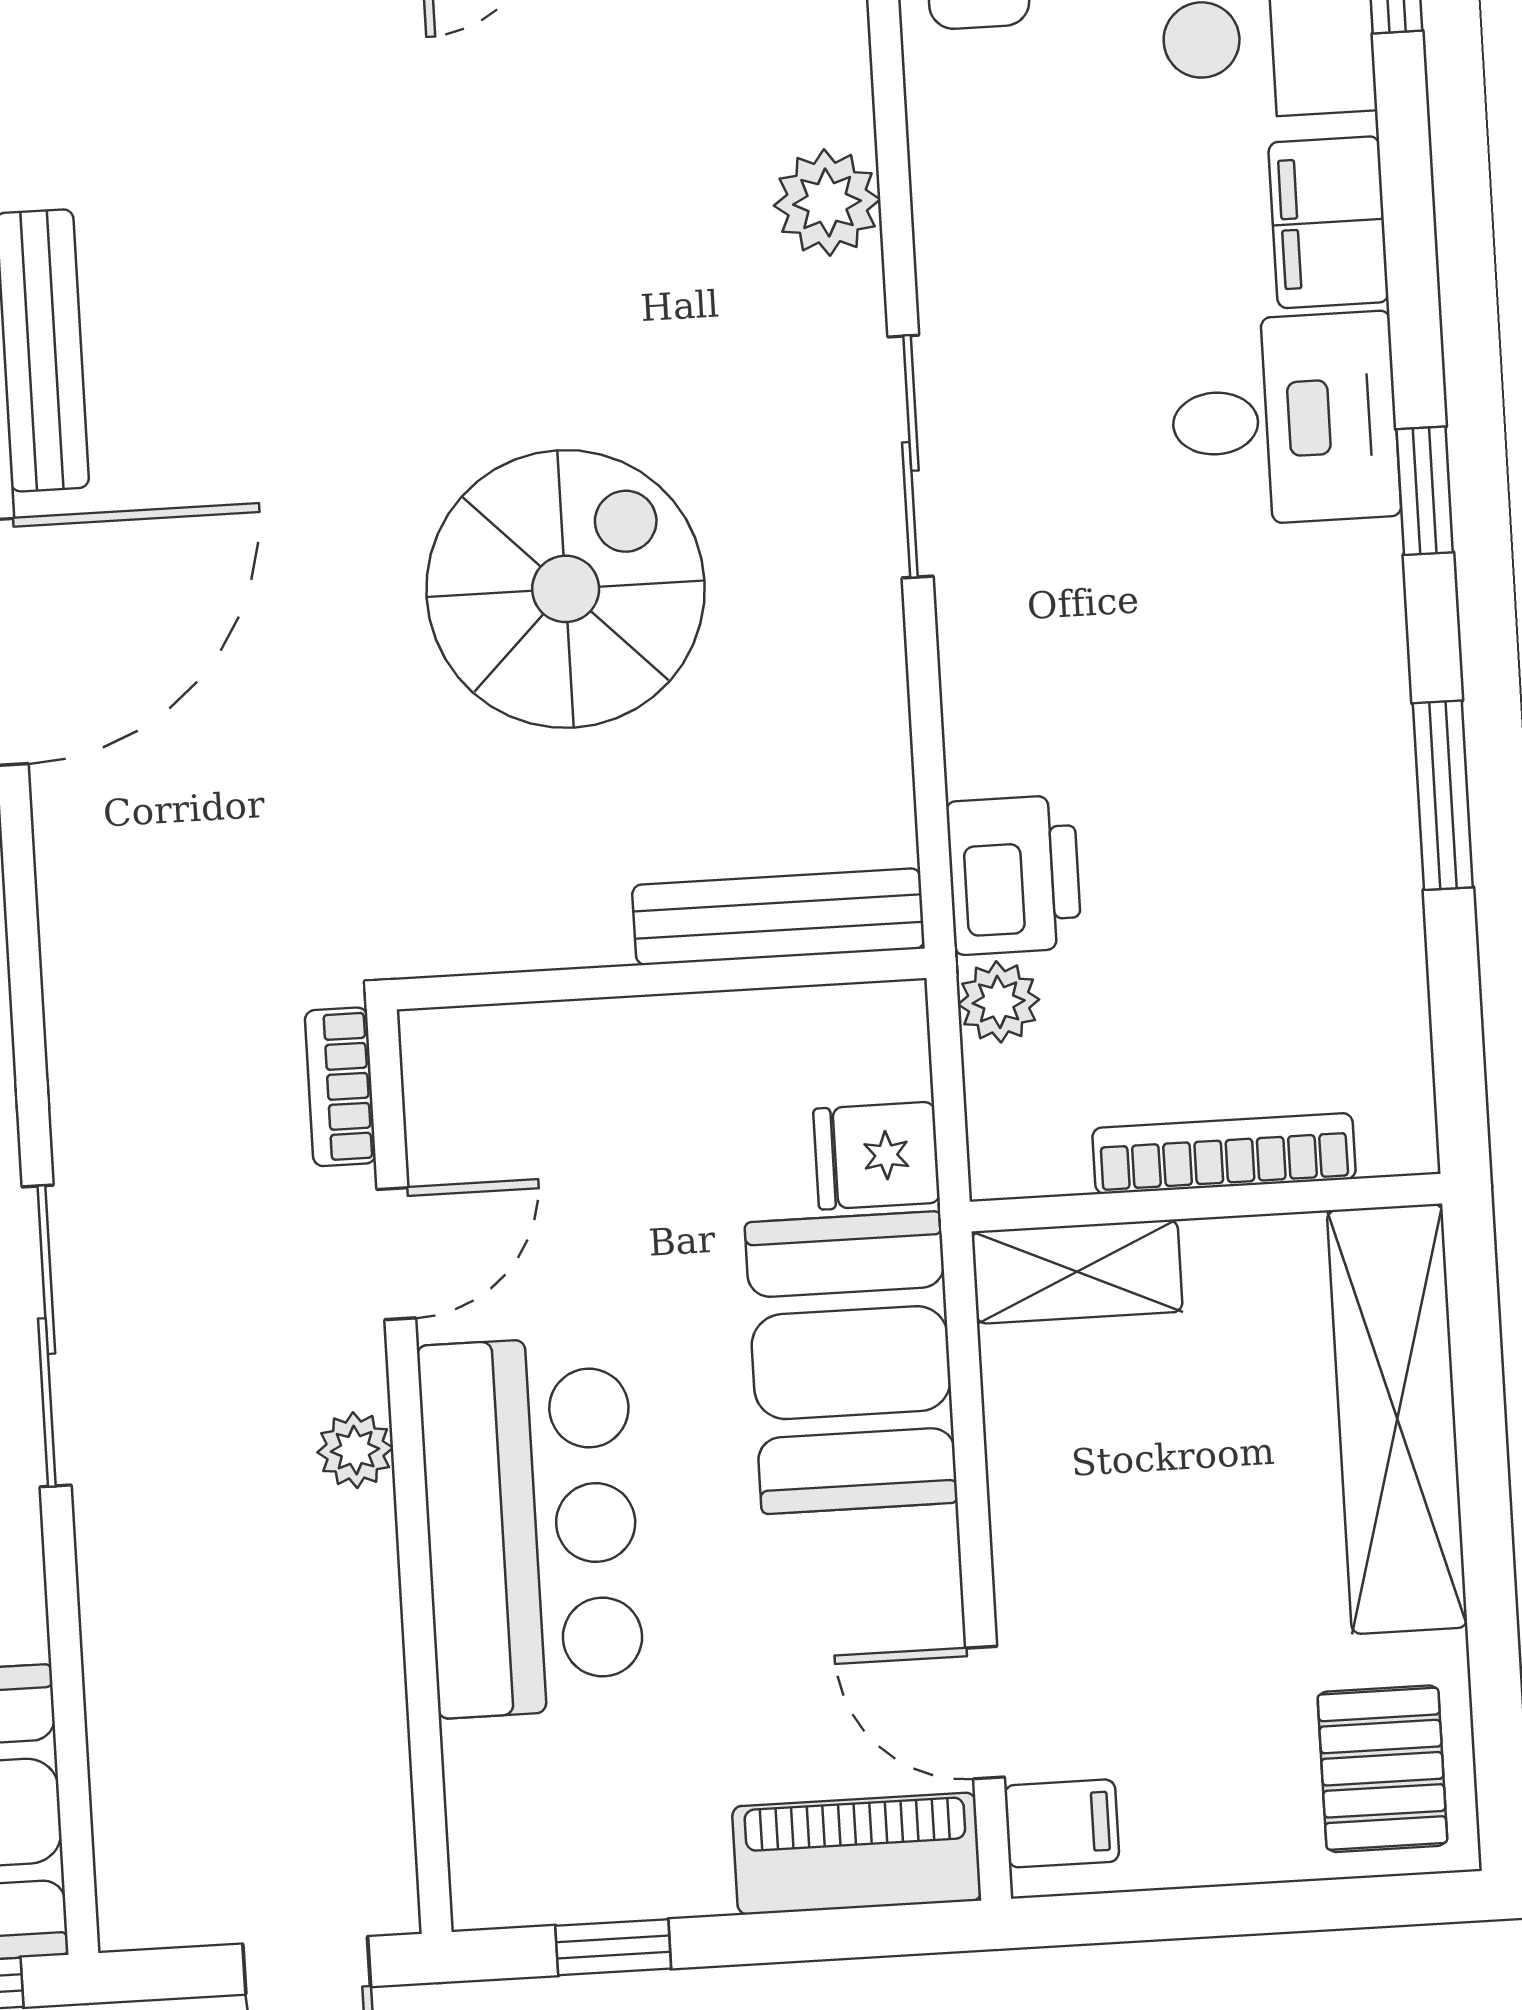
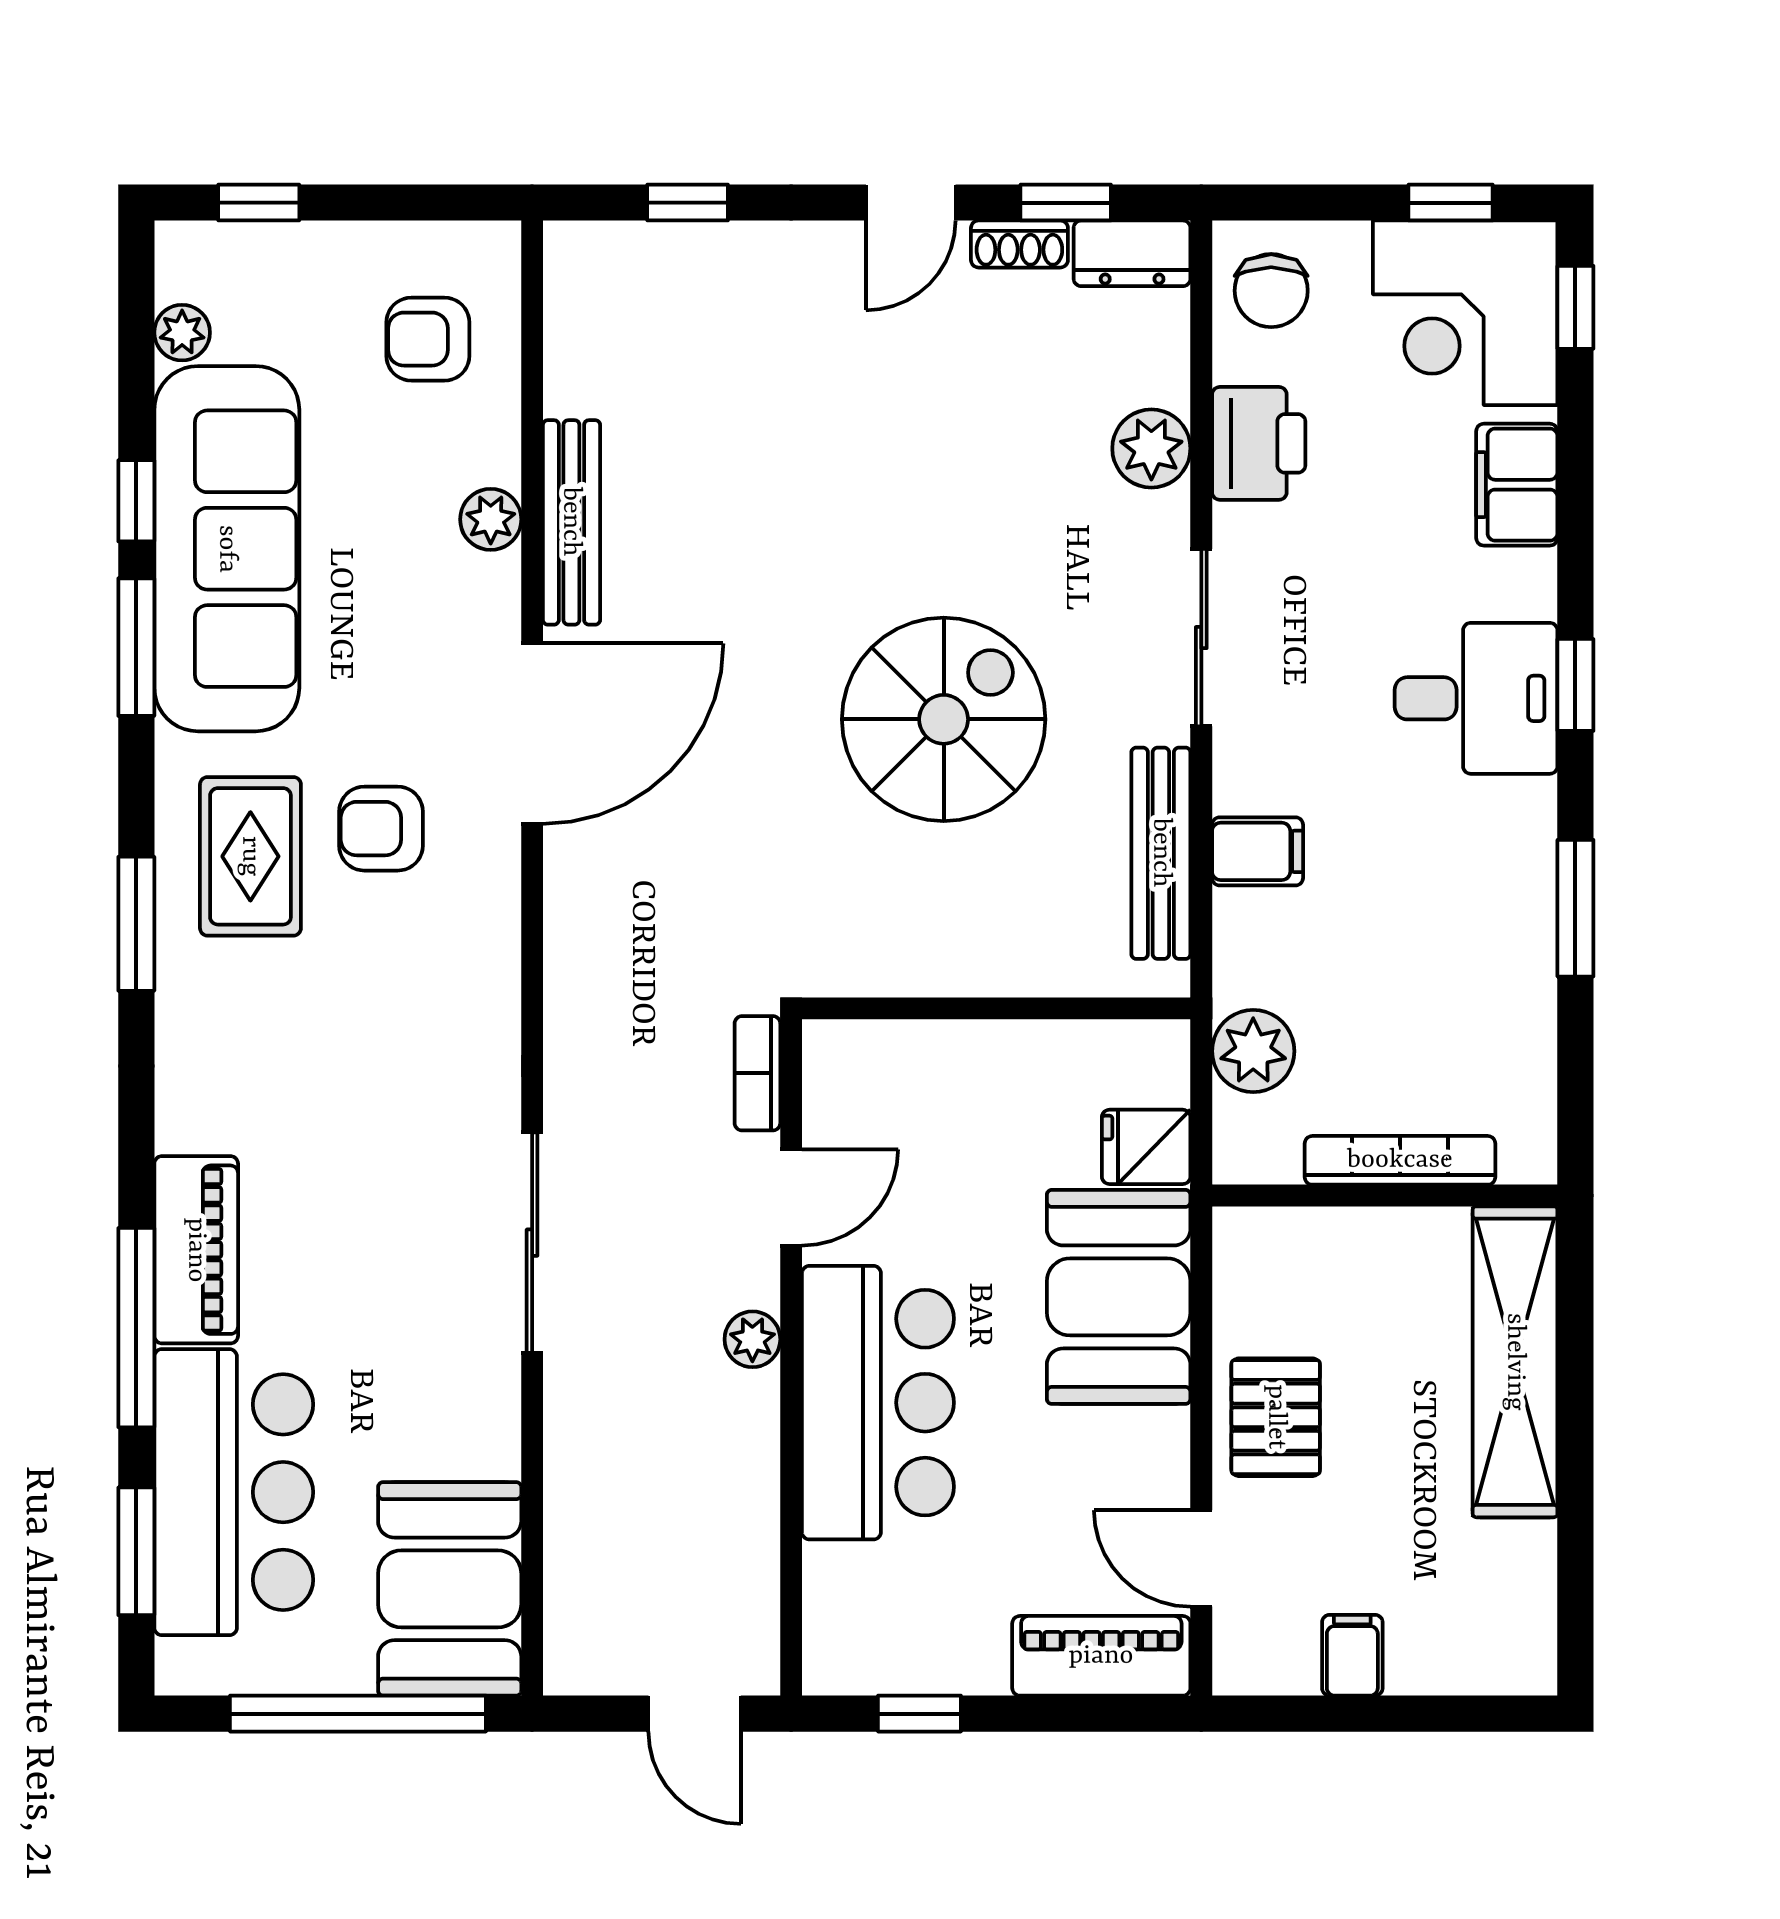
desk: (1284, 420) -> (1476, 698), moved
filing cabinet: (1005, 744) -> (1258, 851), added
printer: (1014, 875) -> (1259, 443), moved
bench: (778, 917) -> (1161, 853), moved, turned 90
plant: (999, 1002) -> (1253, 1051), width x1.38, depth x1.38
shelving: (1077, 1272) -> (1288, 1240), removed
pallet: (1382, 1769) -> (1276, 1417), moved
filing cabinet: (1062, 1823) -> (1352, 1655), moved, turned -90

